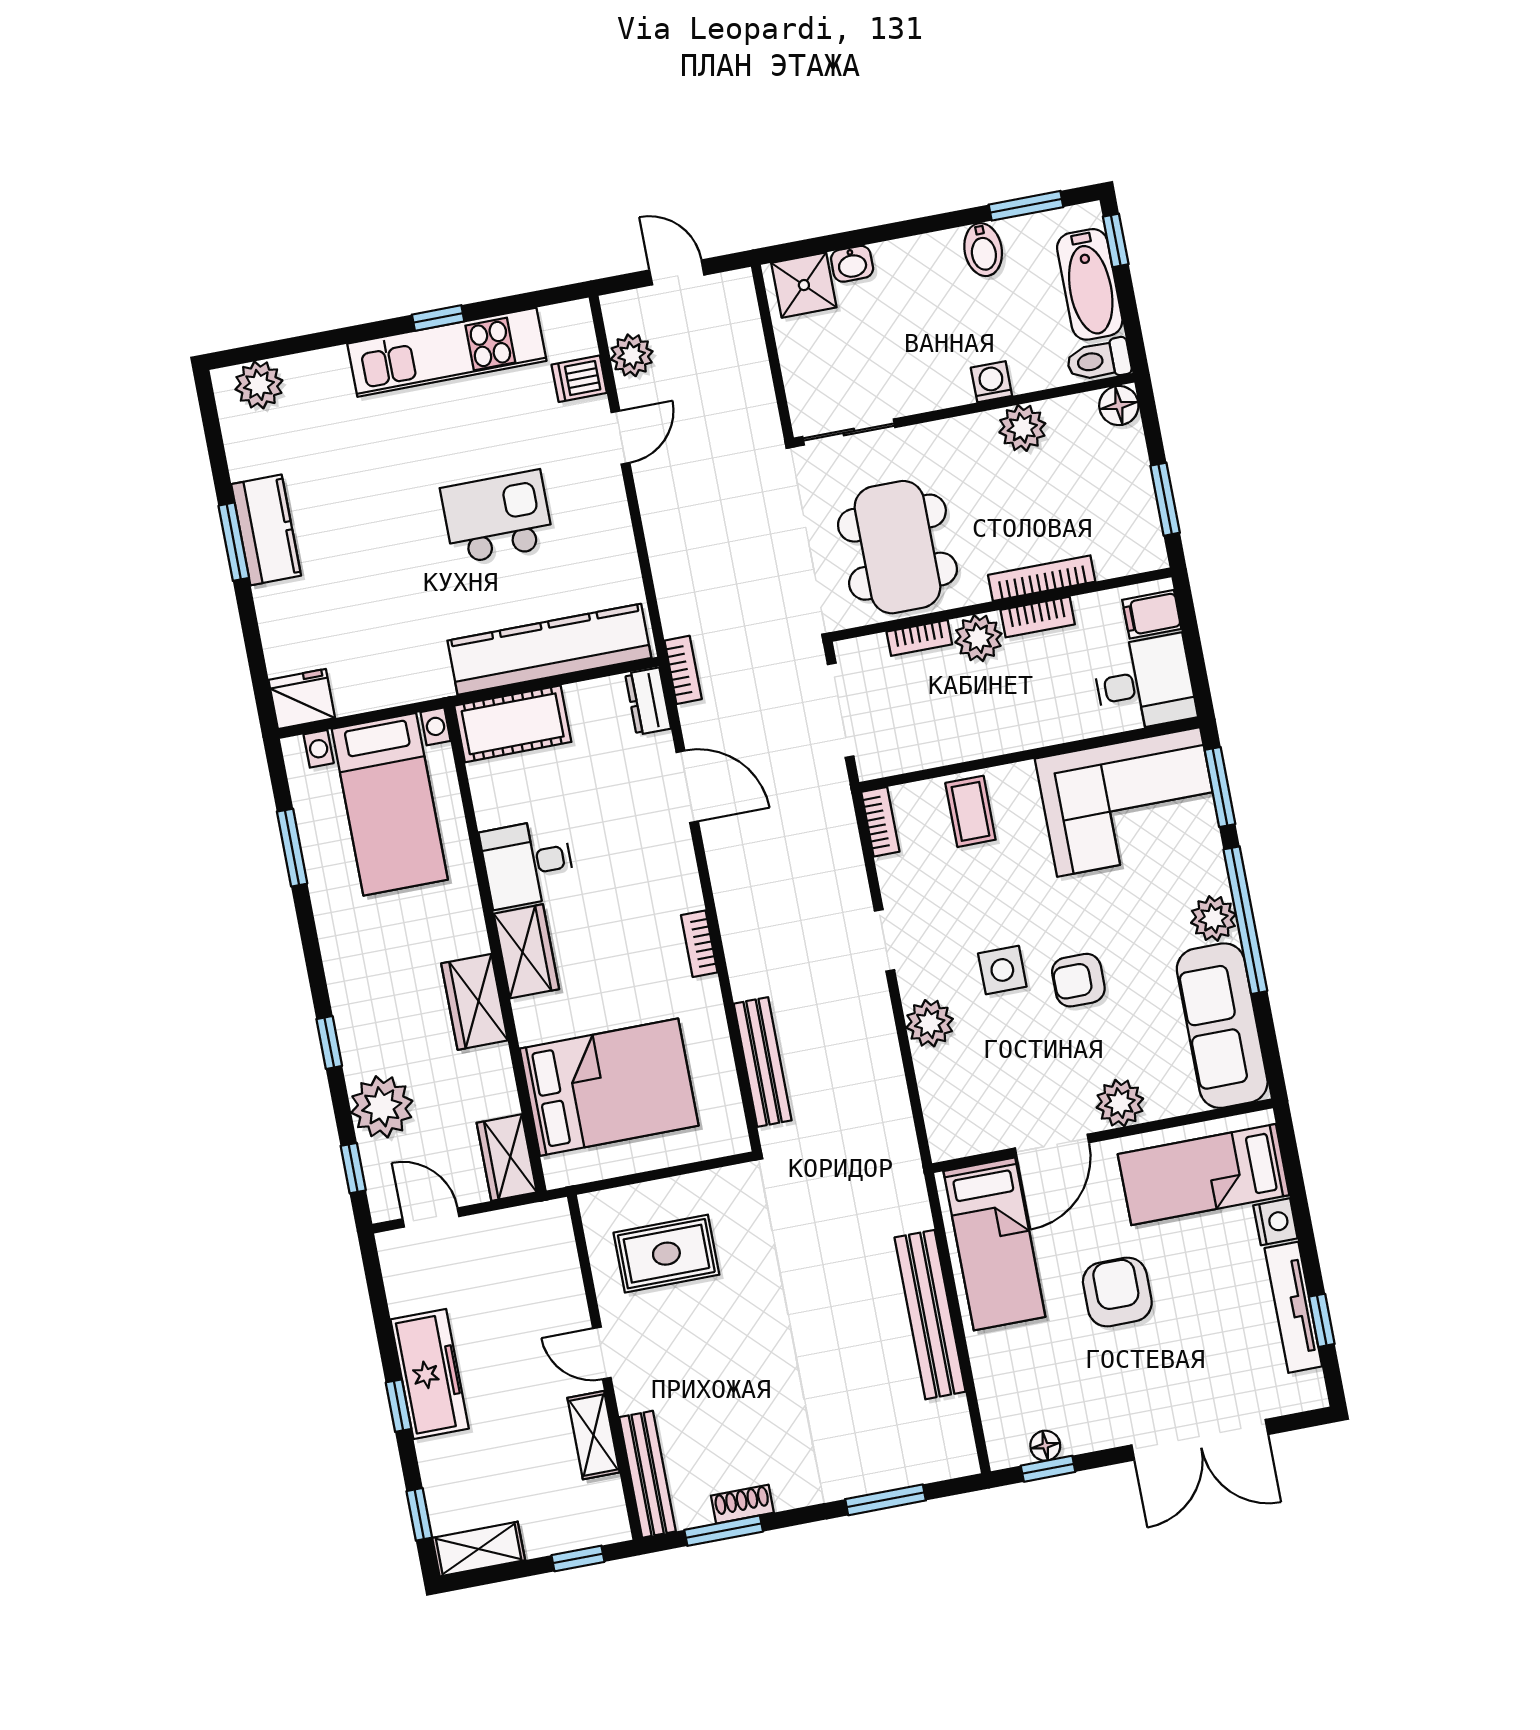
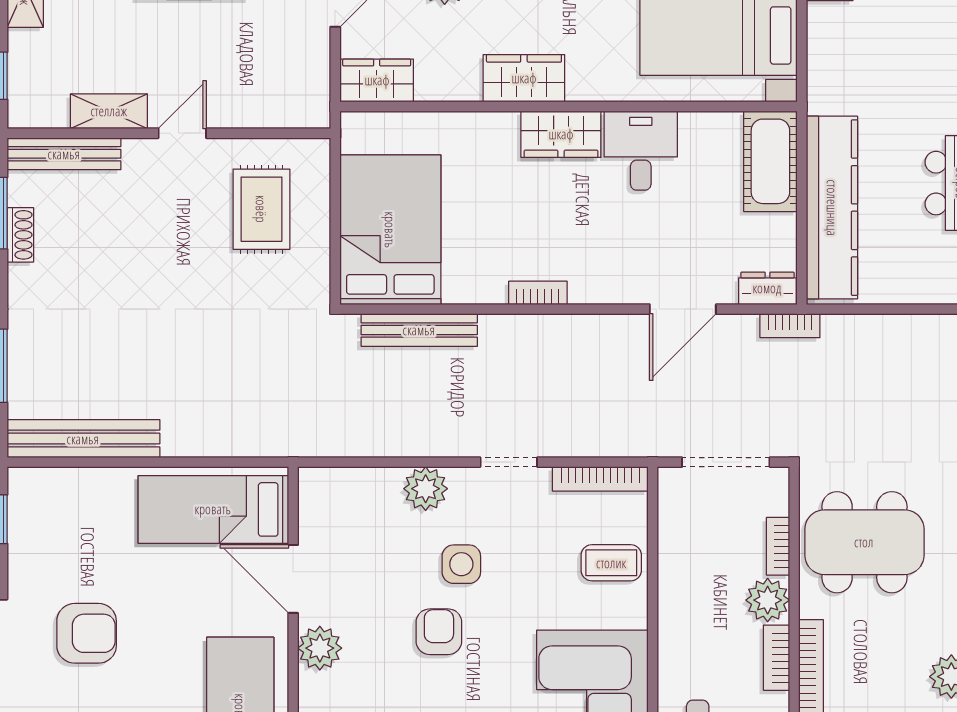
bookcase: (880, 822) -> (600, 479), width x1.56
bed: (609, 1087) -> (390, 230), moved, turned 180
armchair: (1117, 1292) -> (87, 633), moved
bench: (930, 1315) -> (83, 439), moved
floor lamp: (1045, 1446) -> (21, 521), removed

